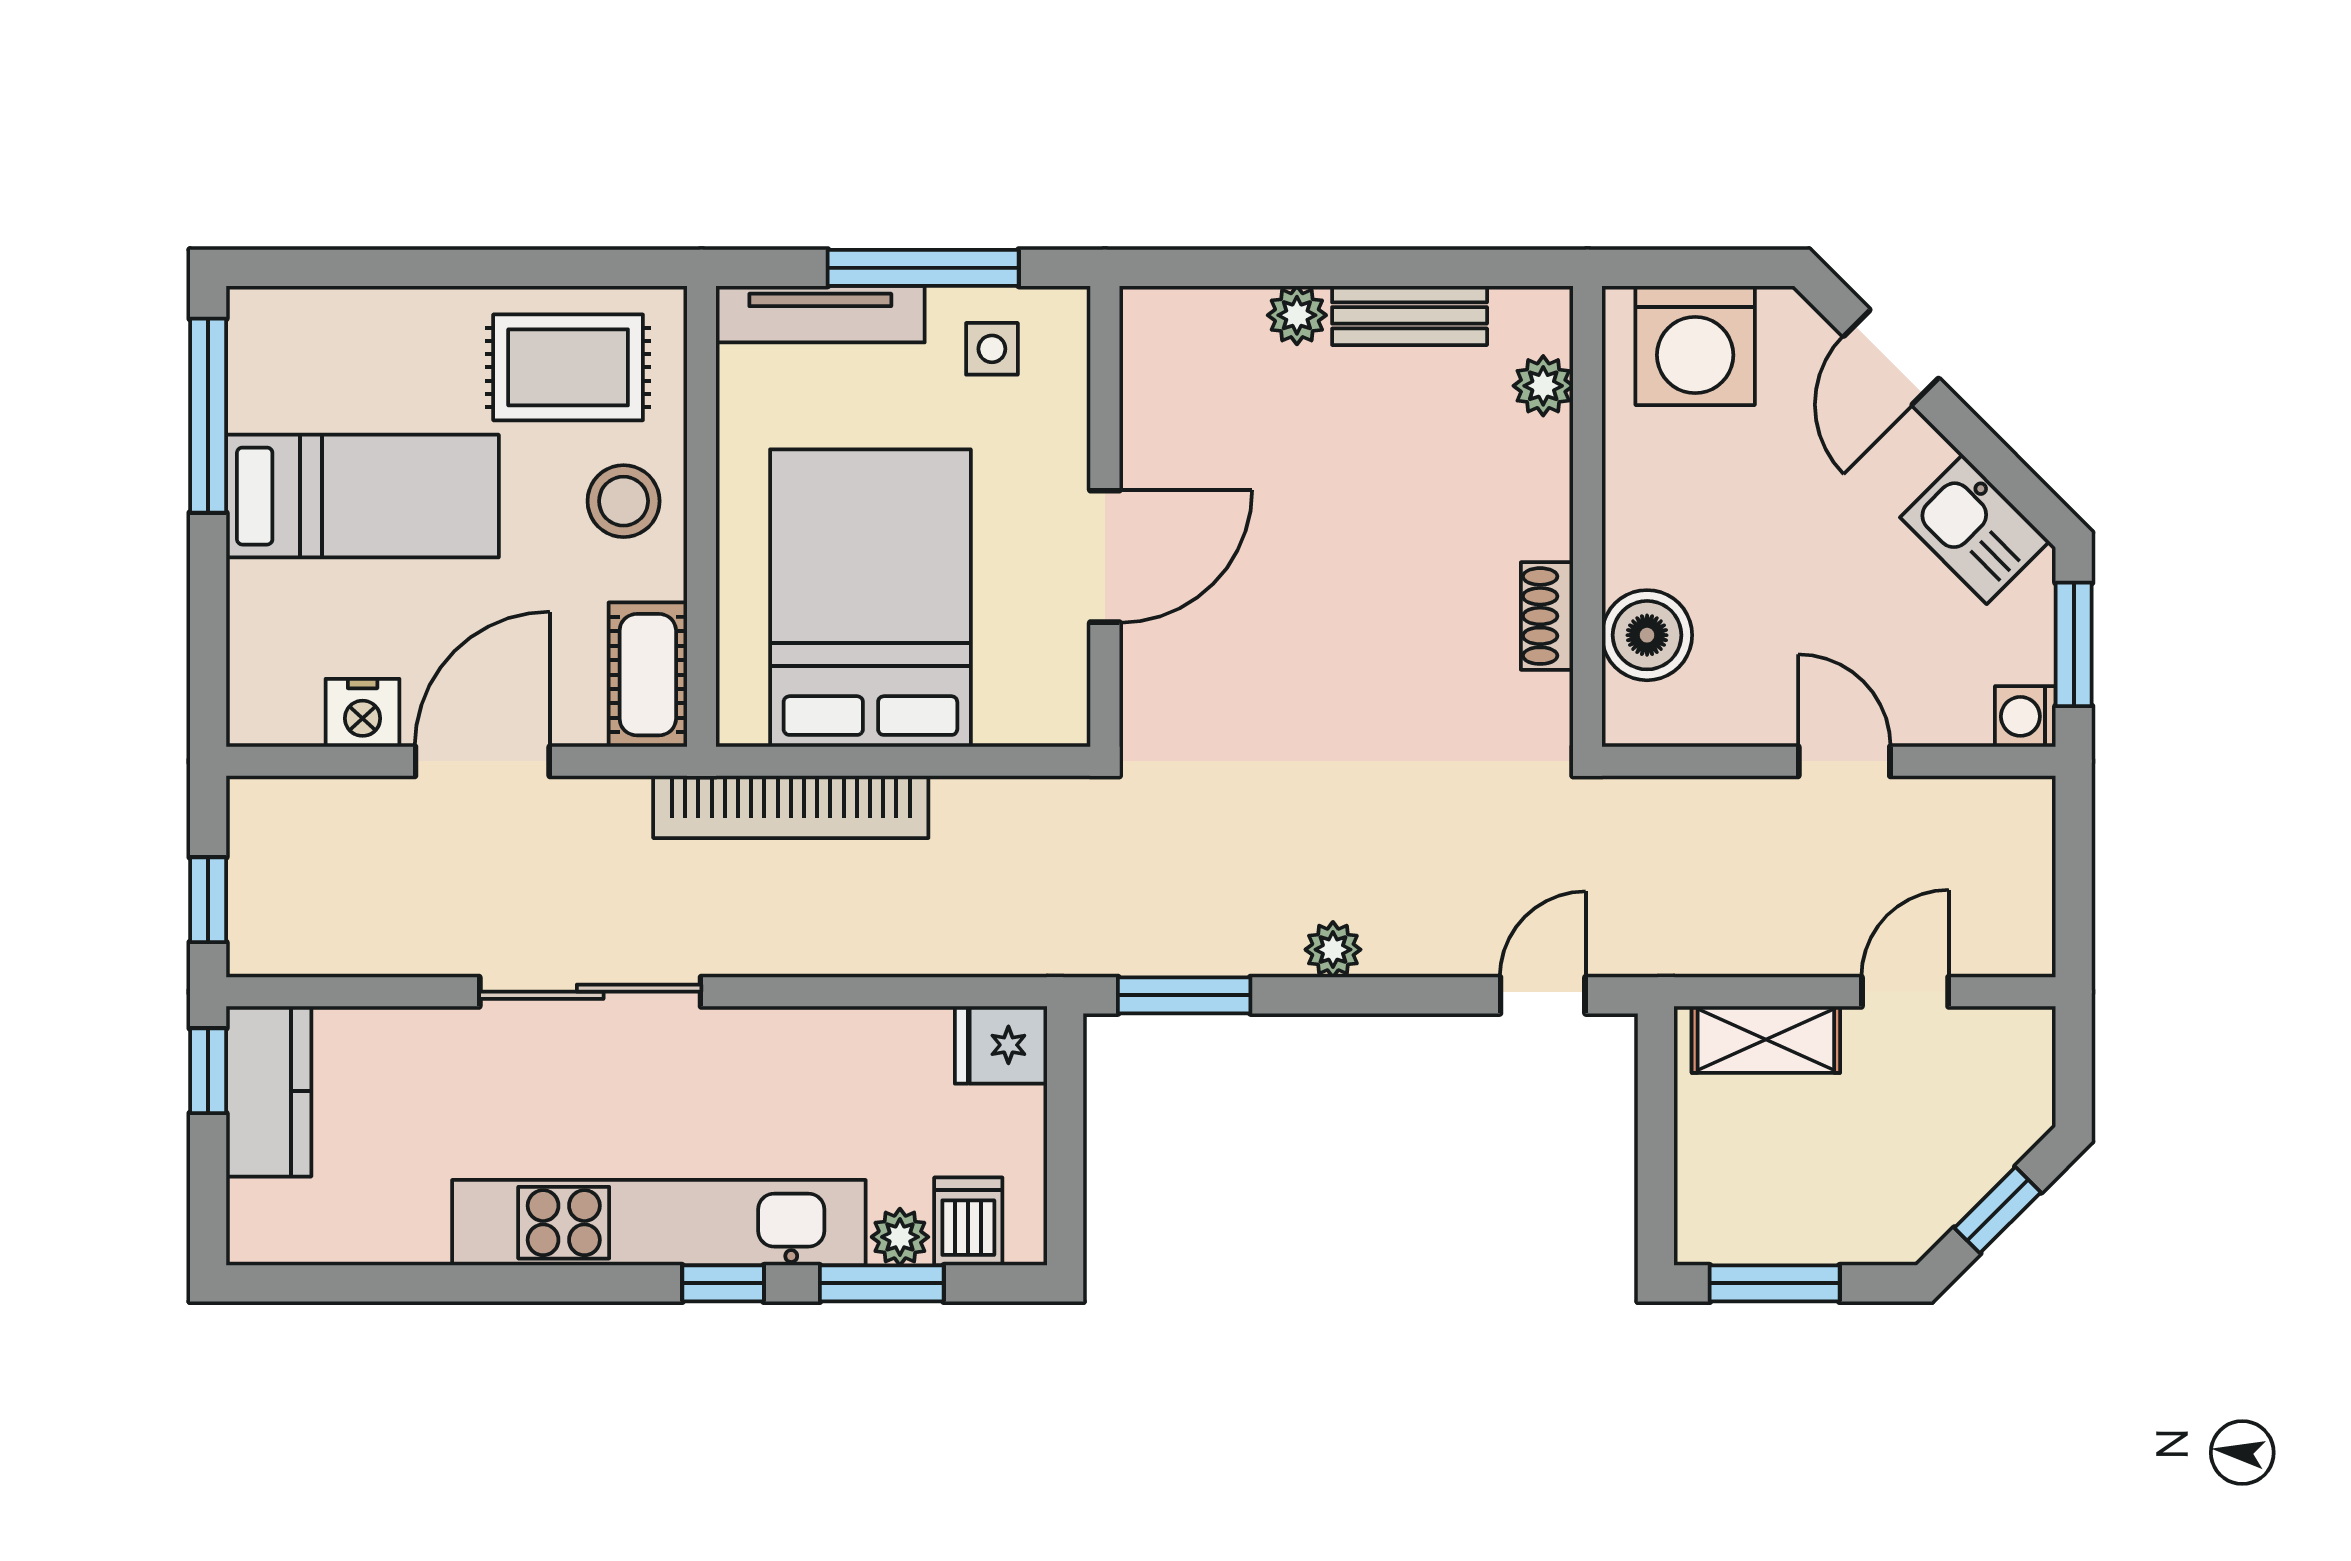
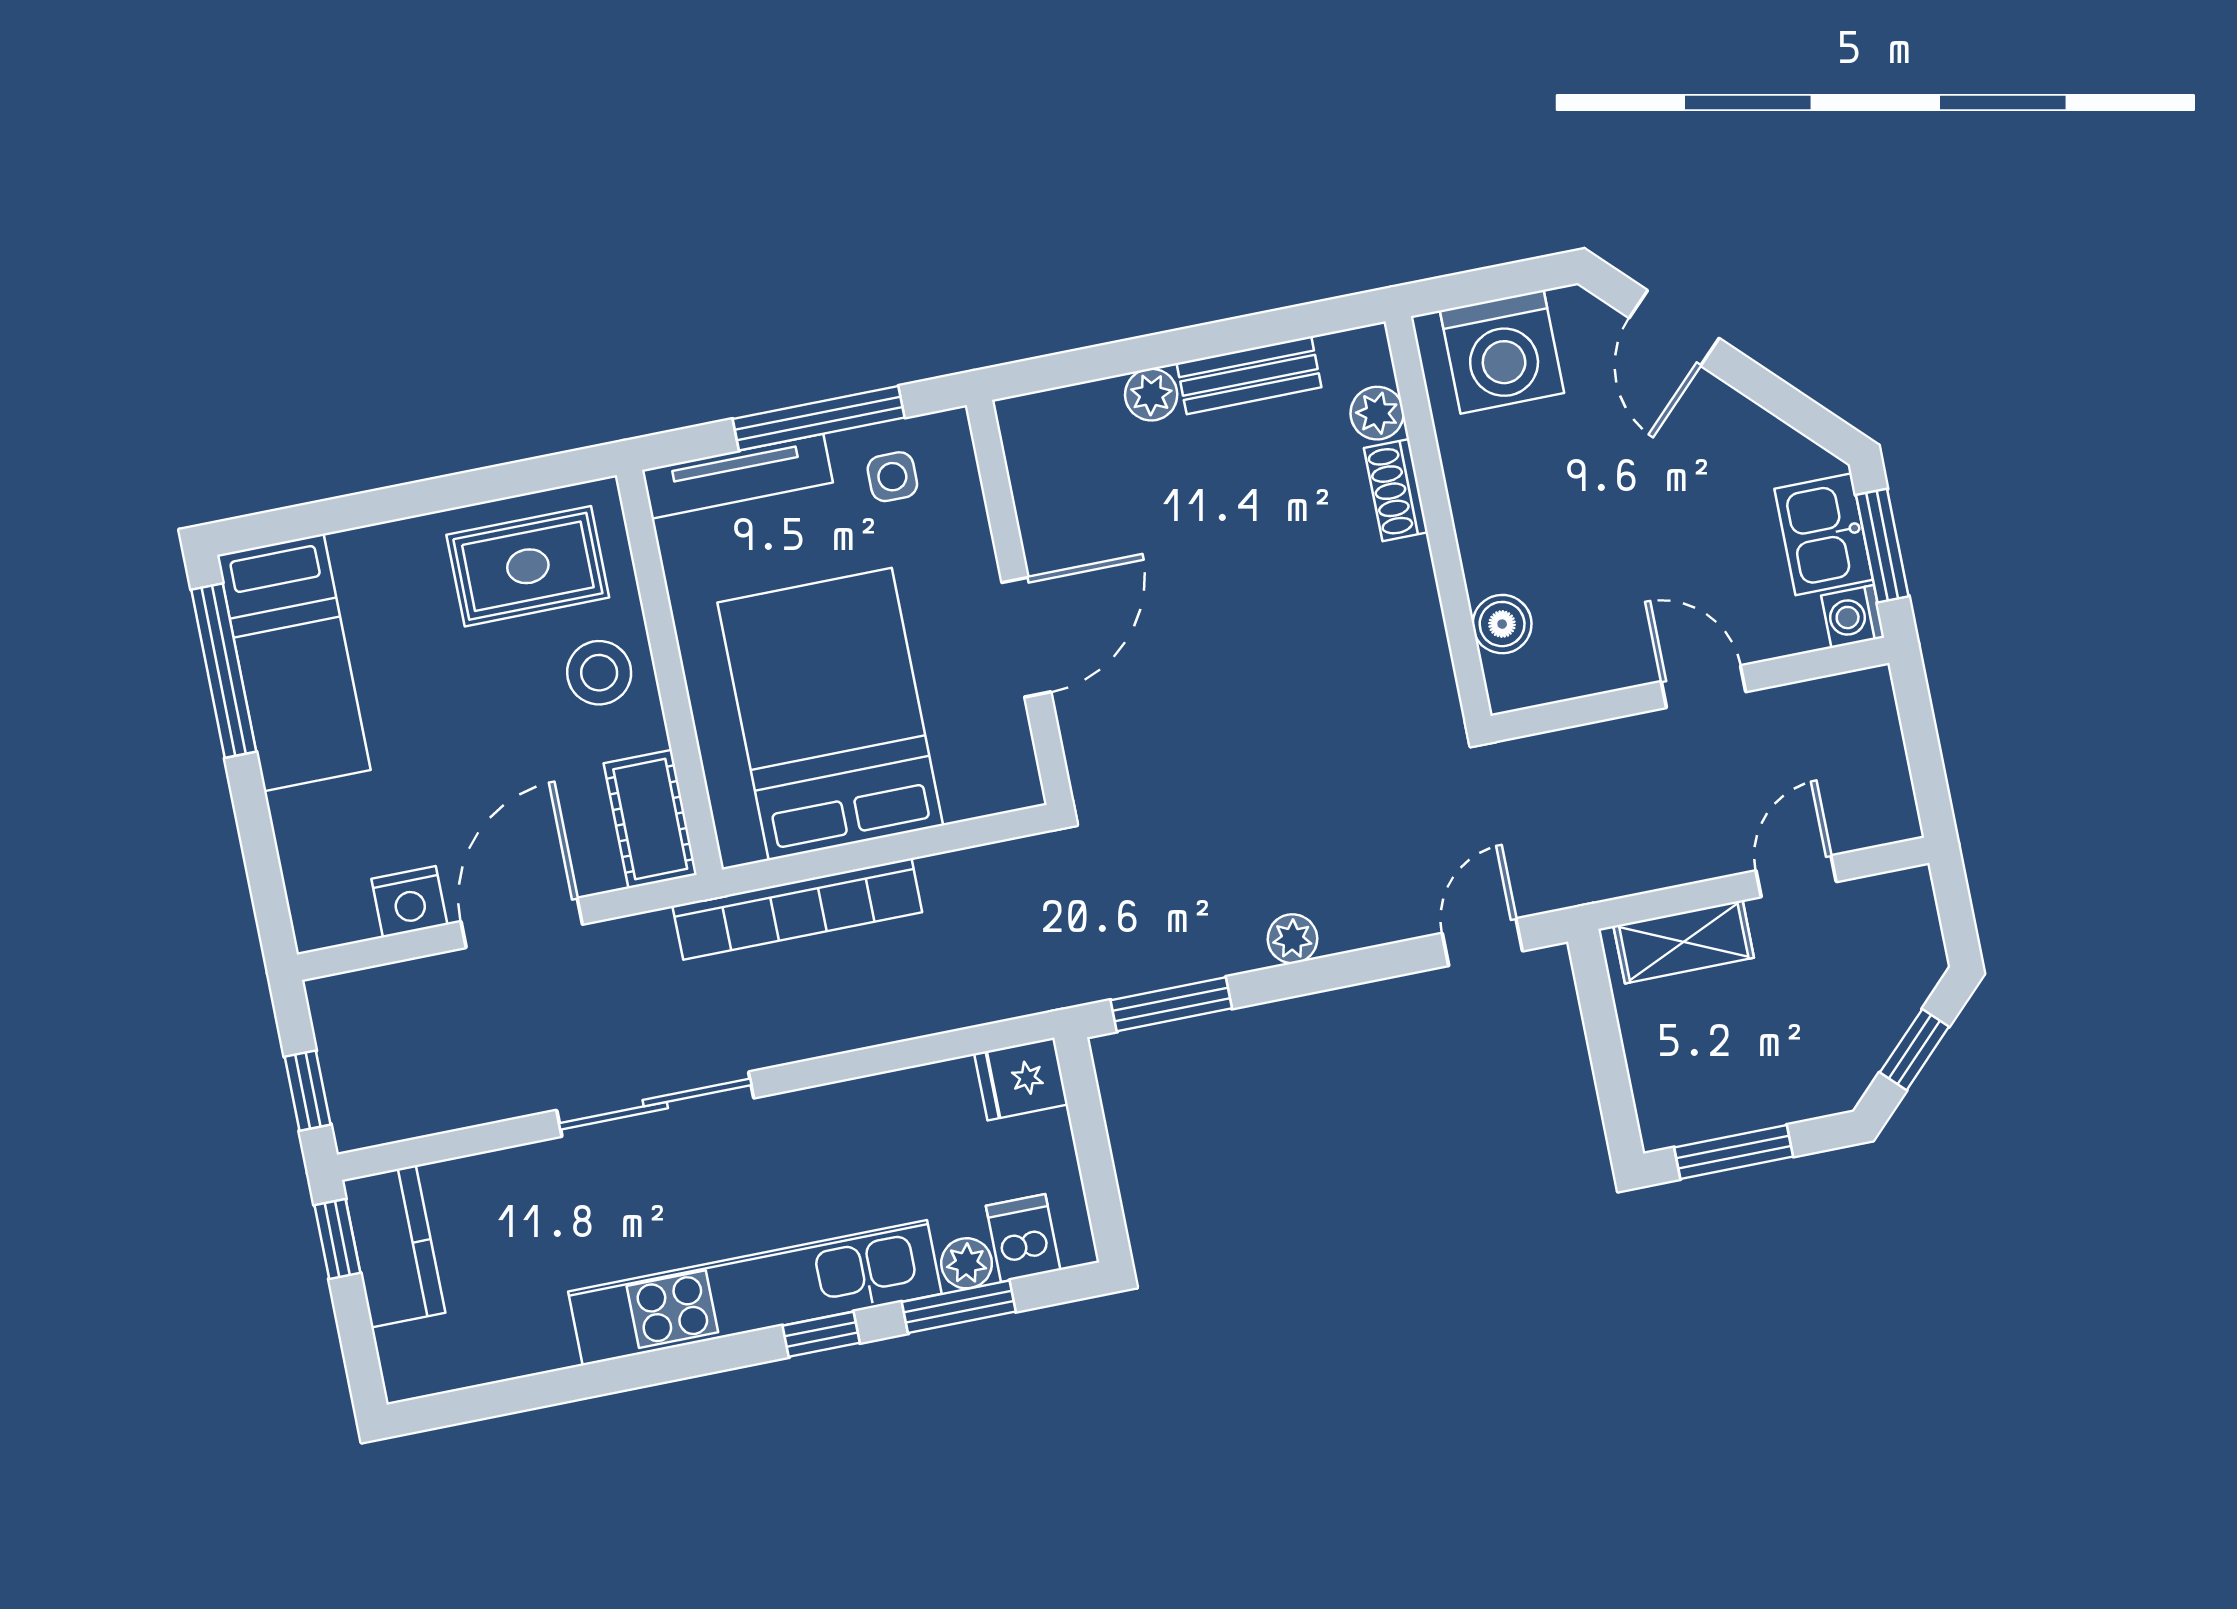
bed: (362, 496) -> (294, 662), moved, turned 90
kitchen sink: (1975, 529) -> (1824, 534), moved, turned 45
shoe rack: (1547, 616) -> (1396, 490), moved
boiler: (1647, 635) -> (1502, 624), width x0.73, depth x0.73

